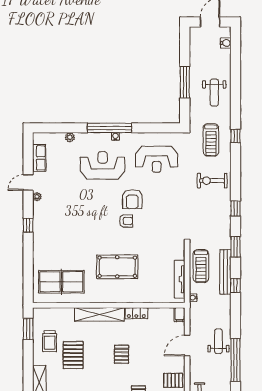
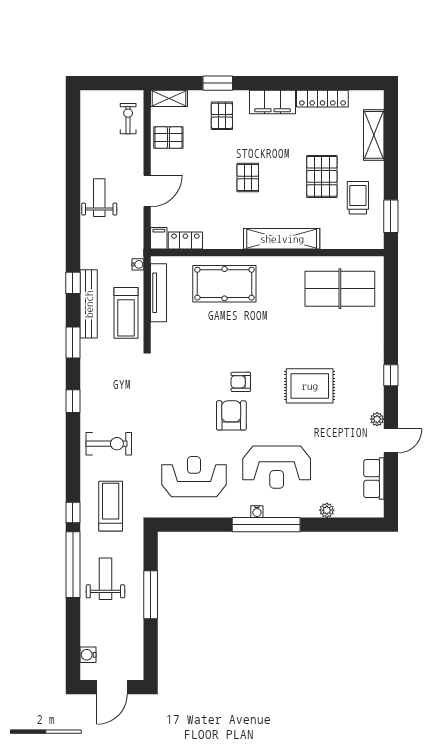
rug: (81, 218) -> (310, 386), added
treadmill: (201, 266) -> (126, 313), turned 180
pool table: (117, 267) -> (224, 284), moved
locker: (136, 313) -> (185, 240), moved
weight bench: (218, 341) -> (99, 198), turned 180
window: (235, 360) -> (73, 565), moved

